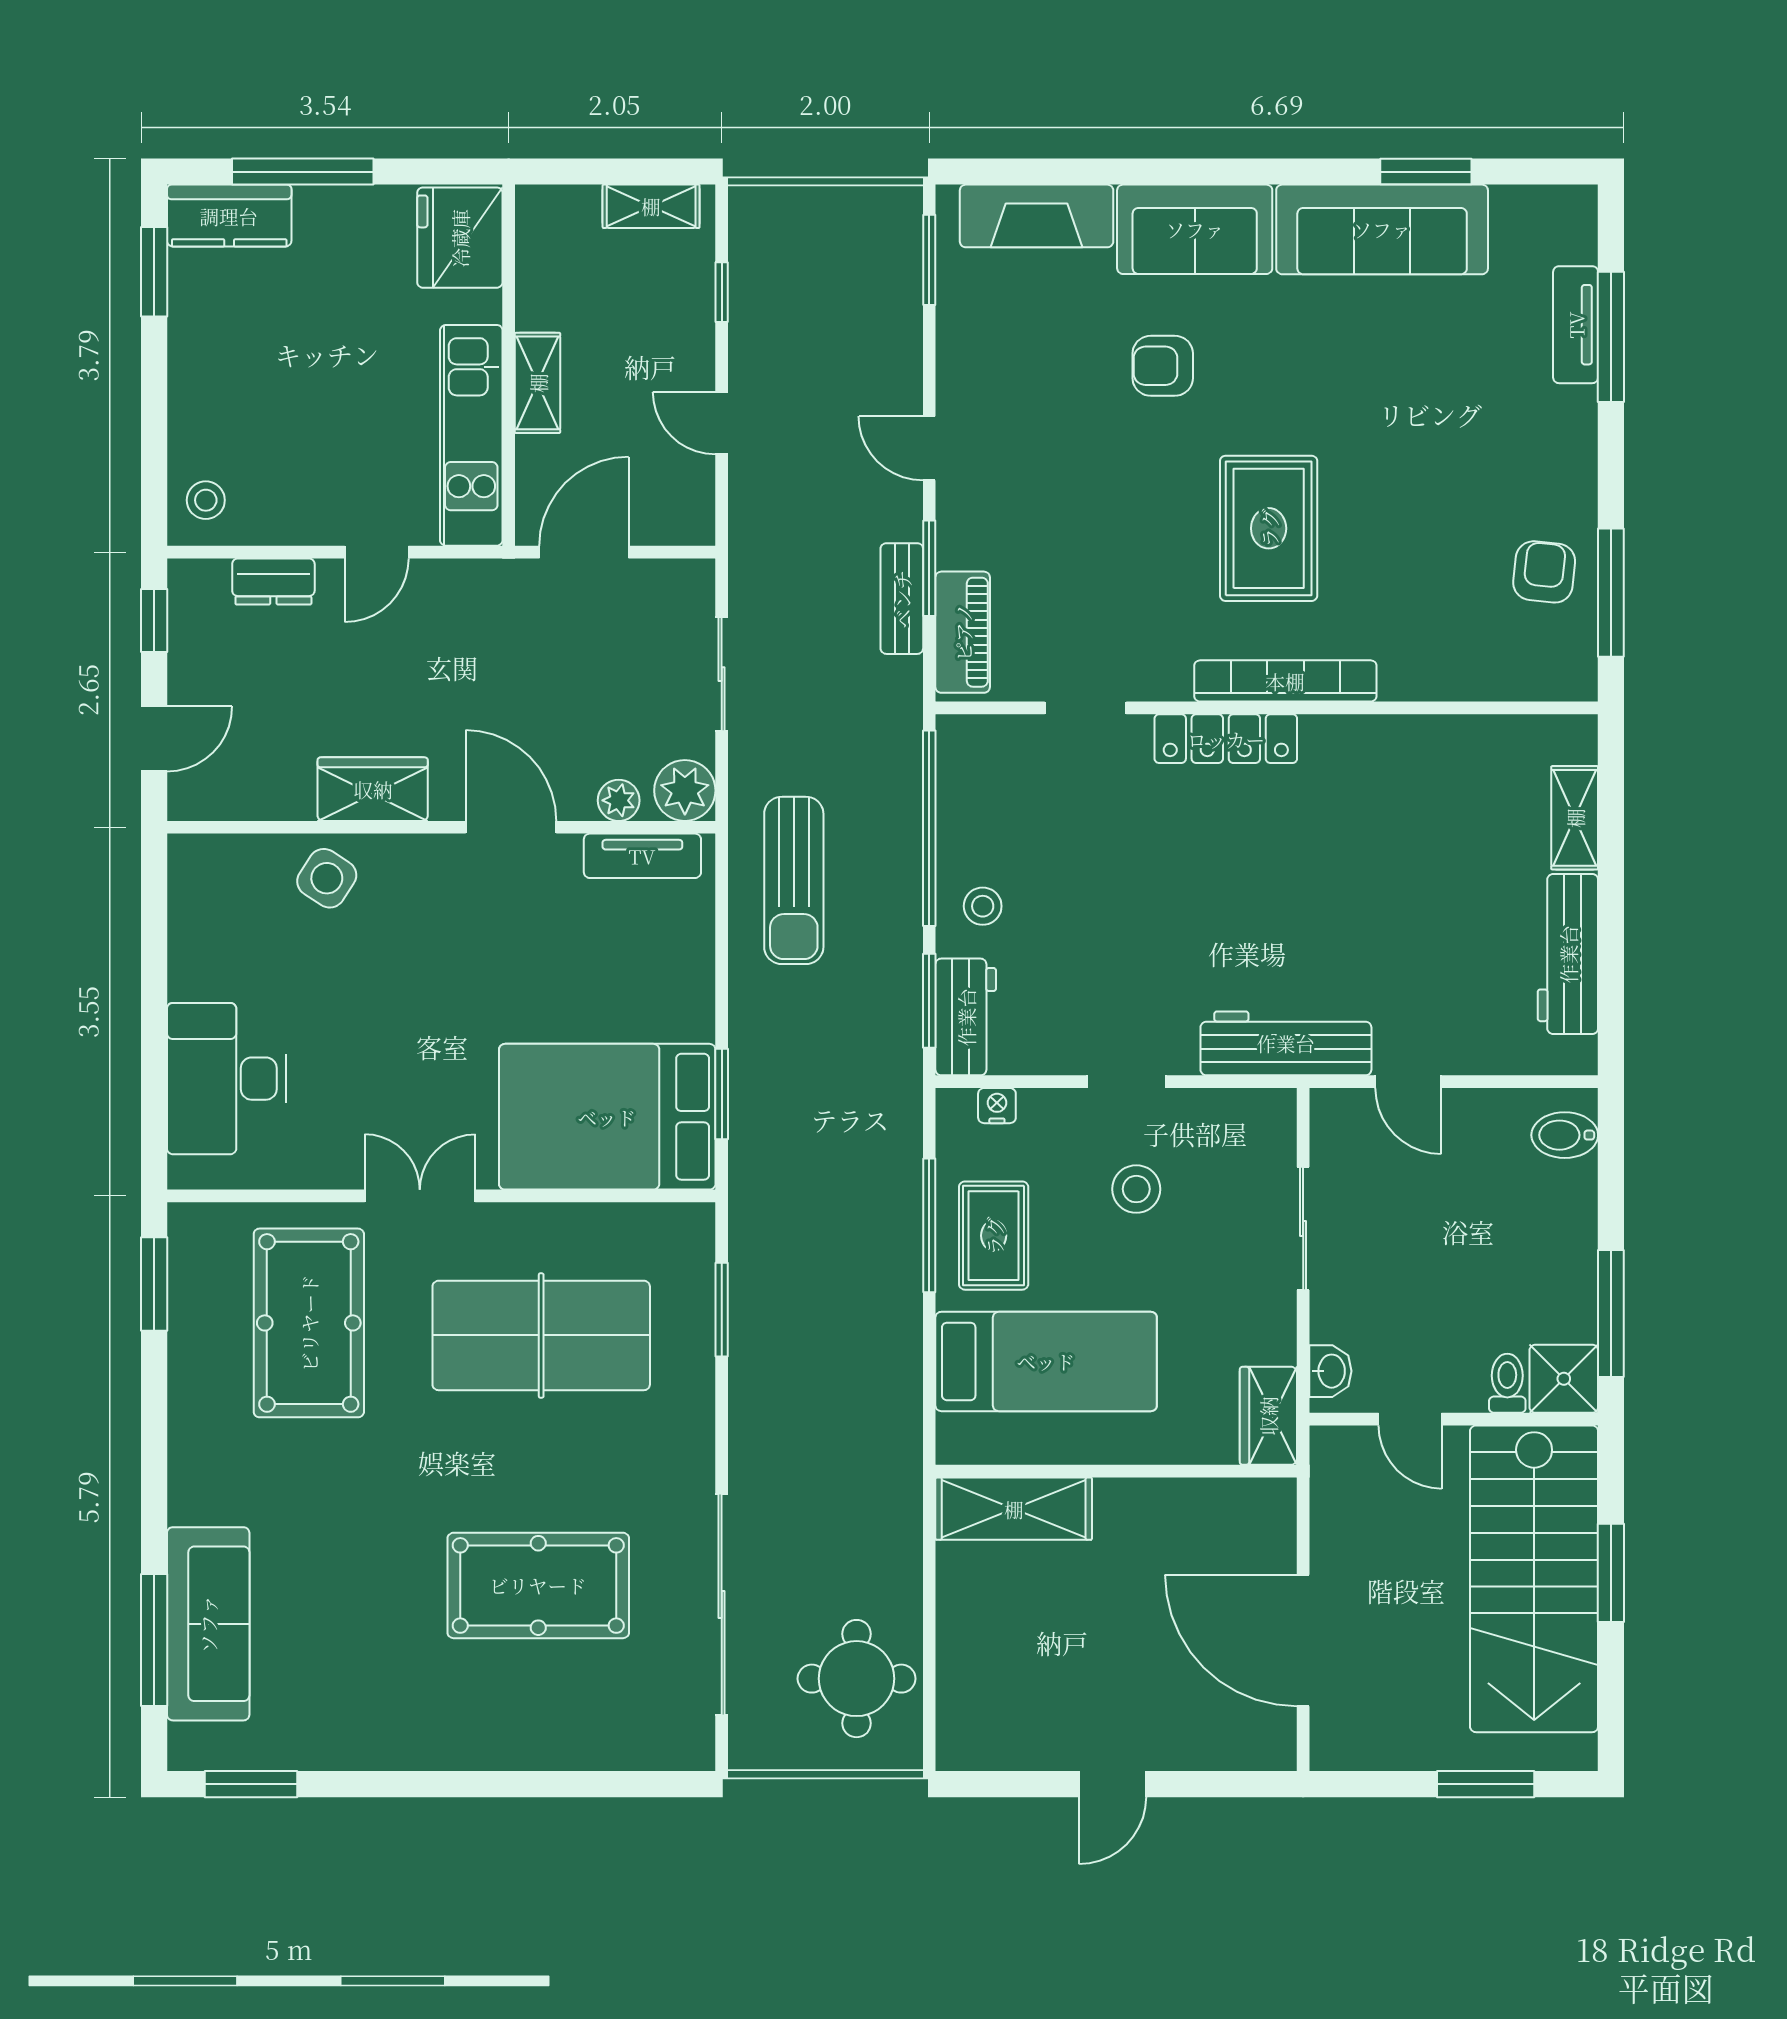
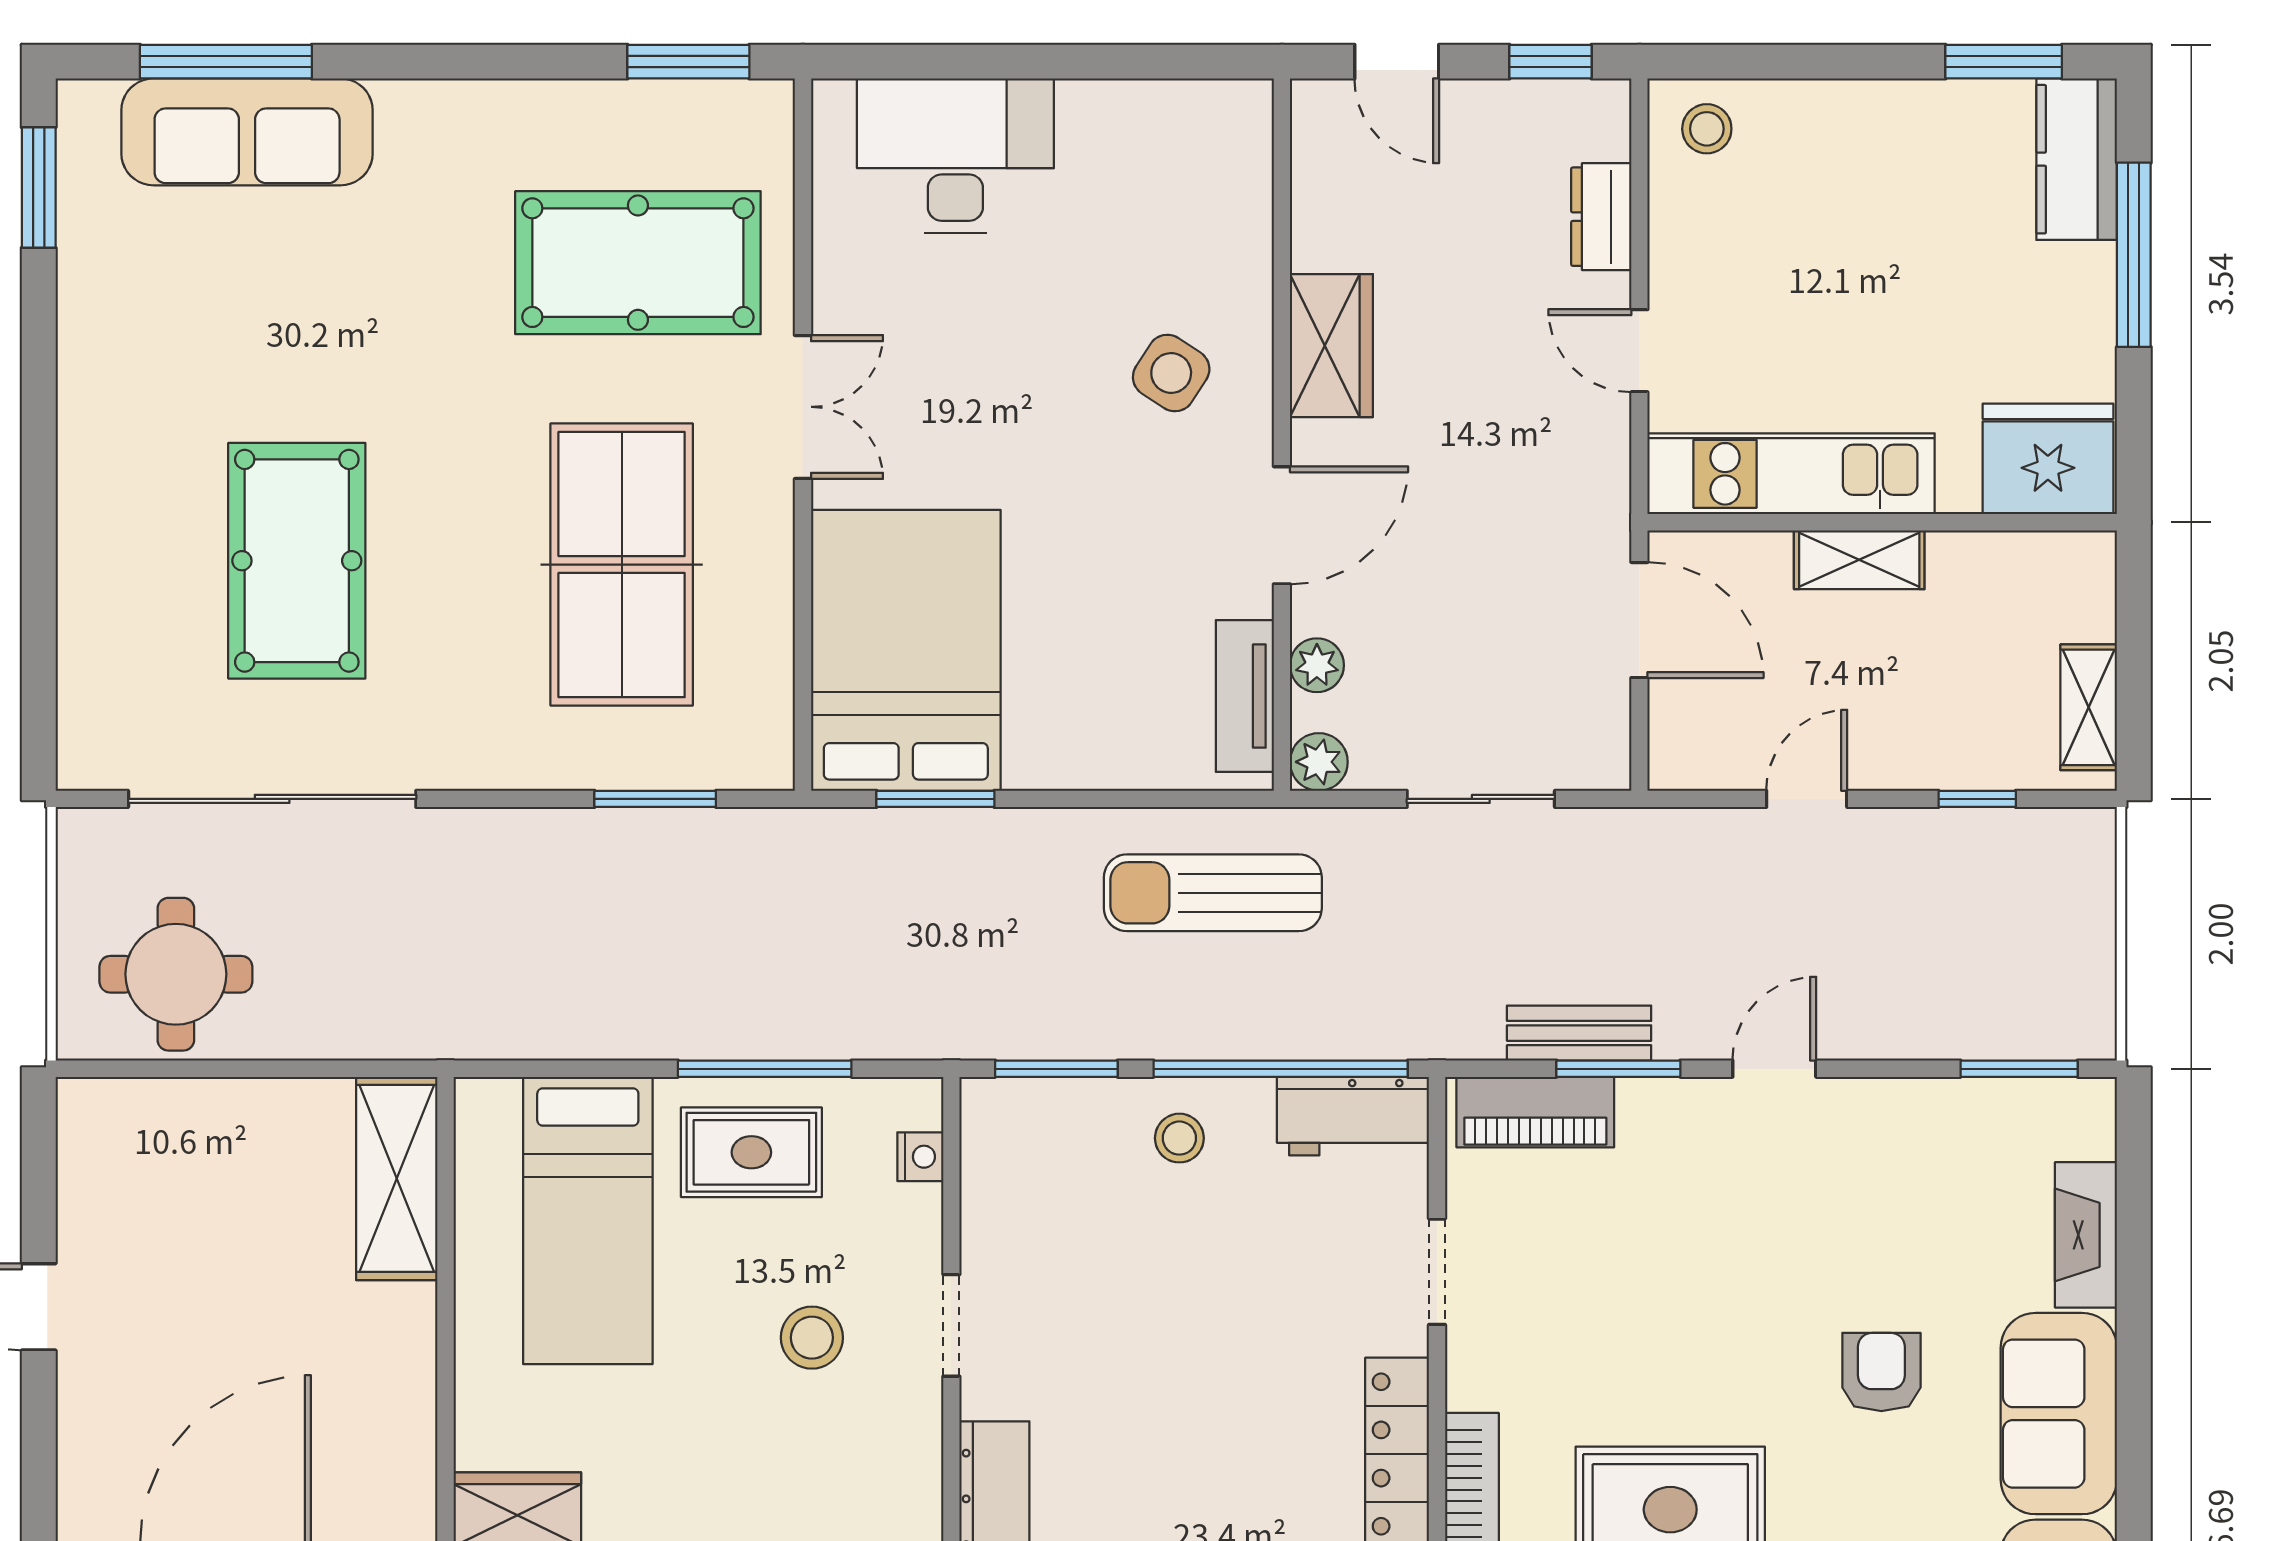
fireplace: (1037, 216) -> (2086, 1235), width x0.73, depth x0.76
plant: (685, 791) -> (1319, 762), width x0.73, depth x0.73
side table: (327, 878) -> (1171, 373), moved
workbench: (966, 1017) -> (1353, 1116), moved

